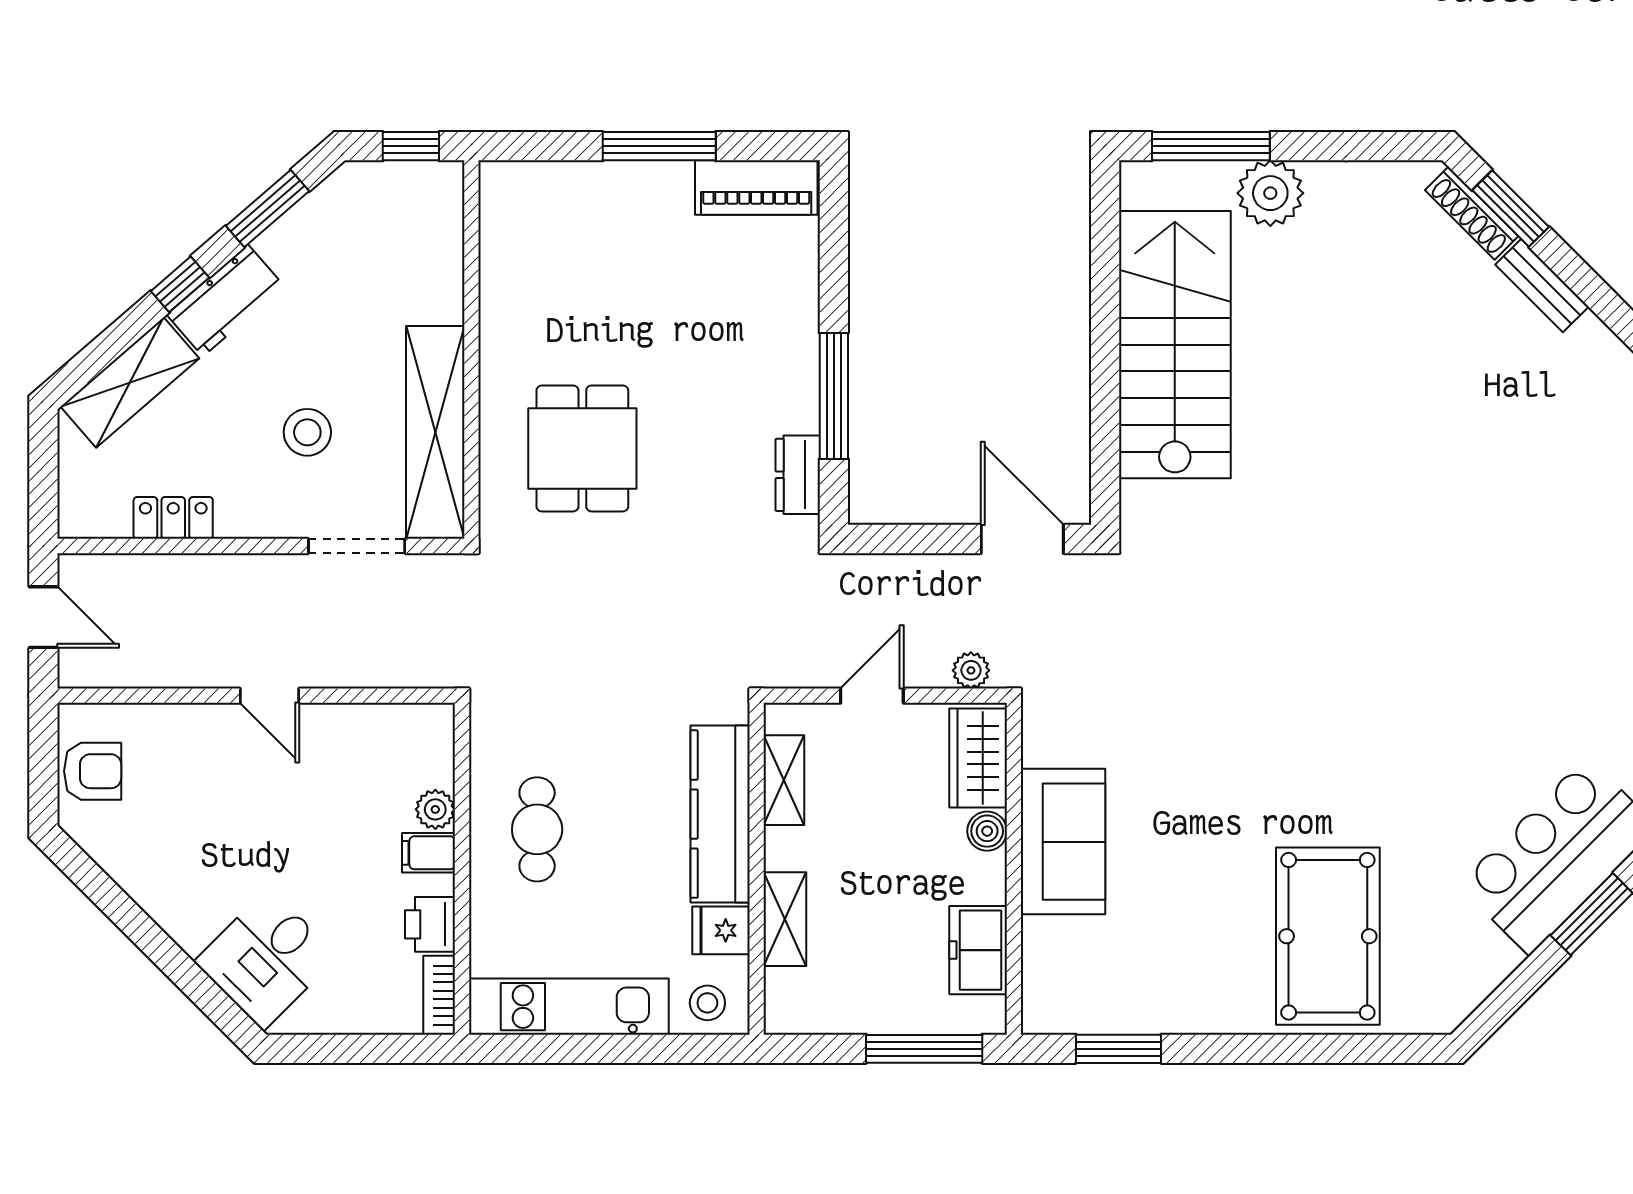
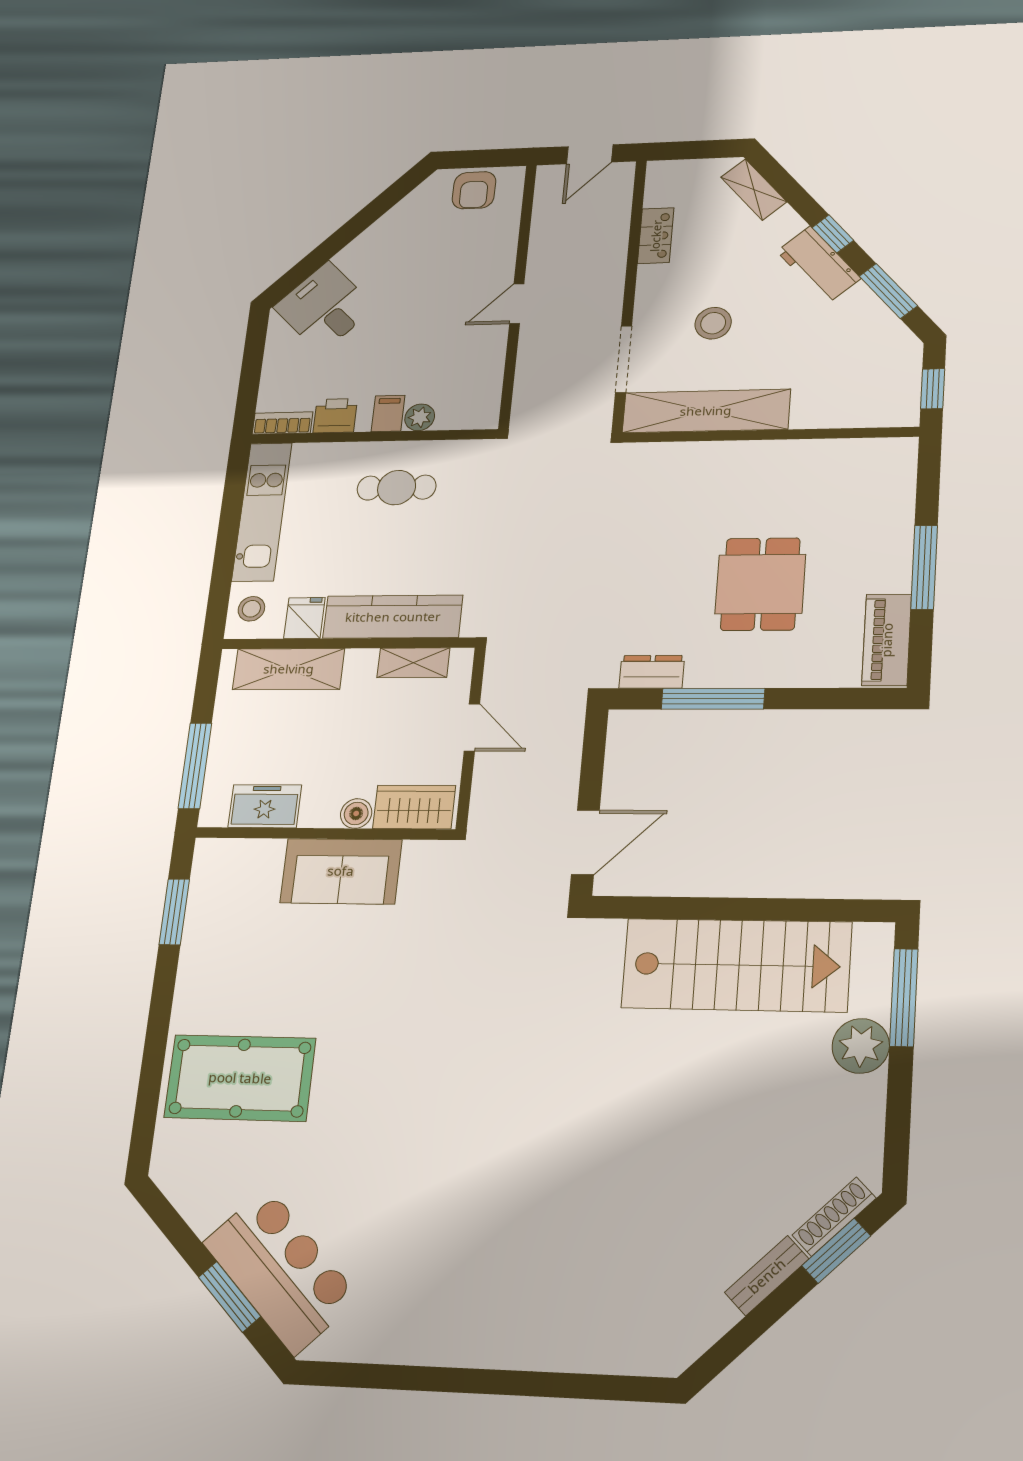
shelving: (130, 382) -> (754, 189), width x0.67, depth x0.75
dining table: (582, 448) -> (760, 584), moved, turned 90
plant: (971, 670) -> (484, 802), removed
shelving: (785, 919) -> (289, 669), width x1.50, depth x1.33

